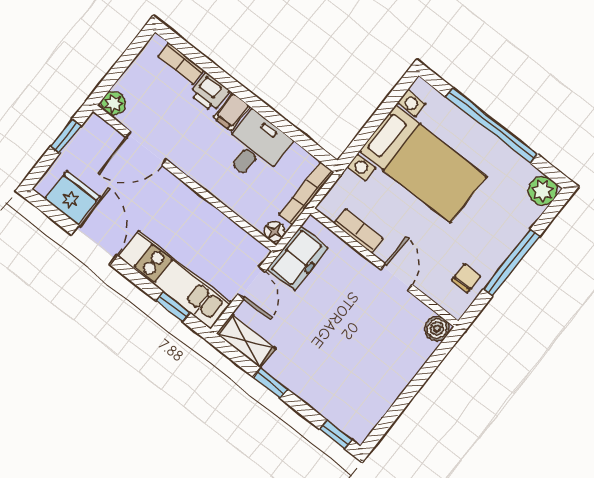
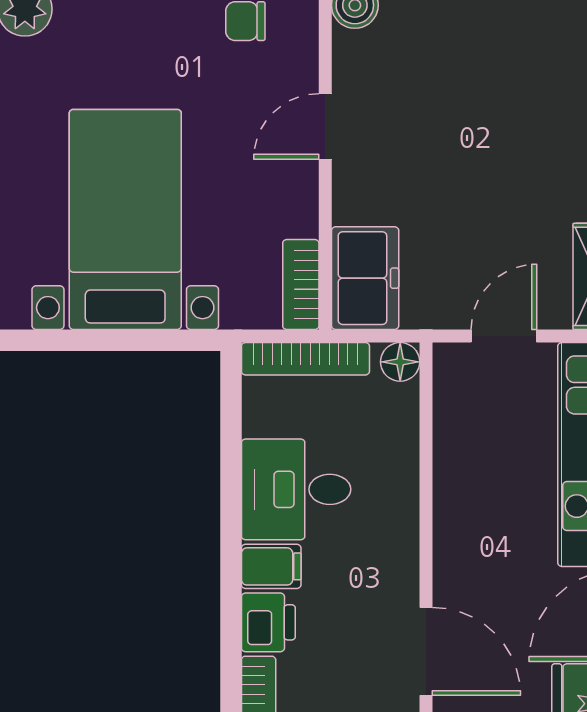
bookcase: (358, 231) -> (301, 285), moved
freezer: (297, 258) -> (365, 278), moved, turned 90

